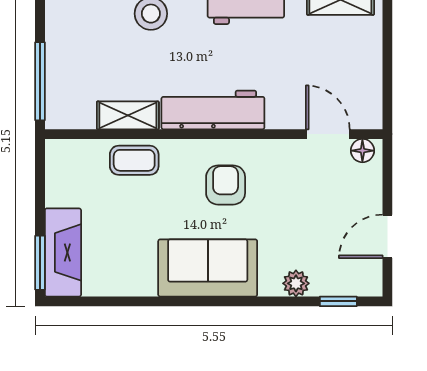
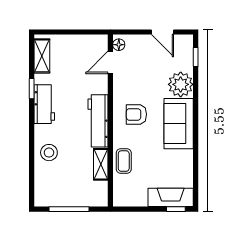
window: (40, 81) -> (69, 209), moved
window: (40, 263) -> (176, 209), width x0.67
plant: (296, 283) -> (181, 84), width x1.88, depth x1.88

